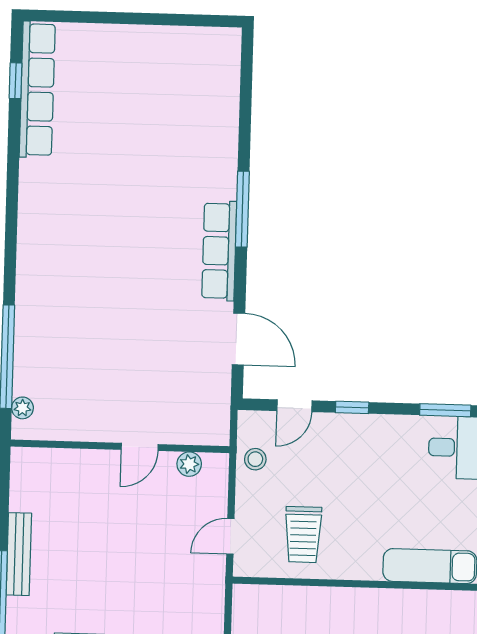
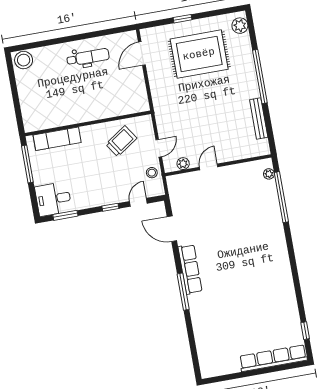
row of seats: (37, 89) -> (273, 358), moved, turned 90
trolley: (303, 535) -> (121, 141), turned 56
door: (230, 536) -> (159, 148), moved
bench: (19, 554) -> (259, 119), moved

